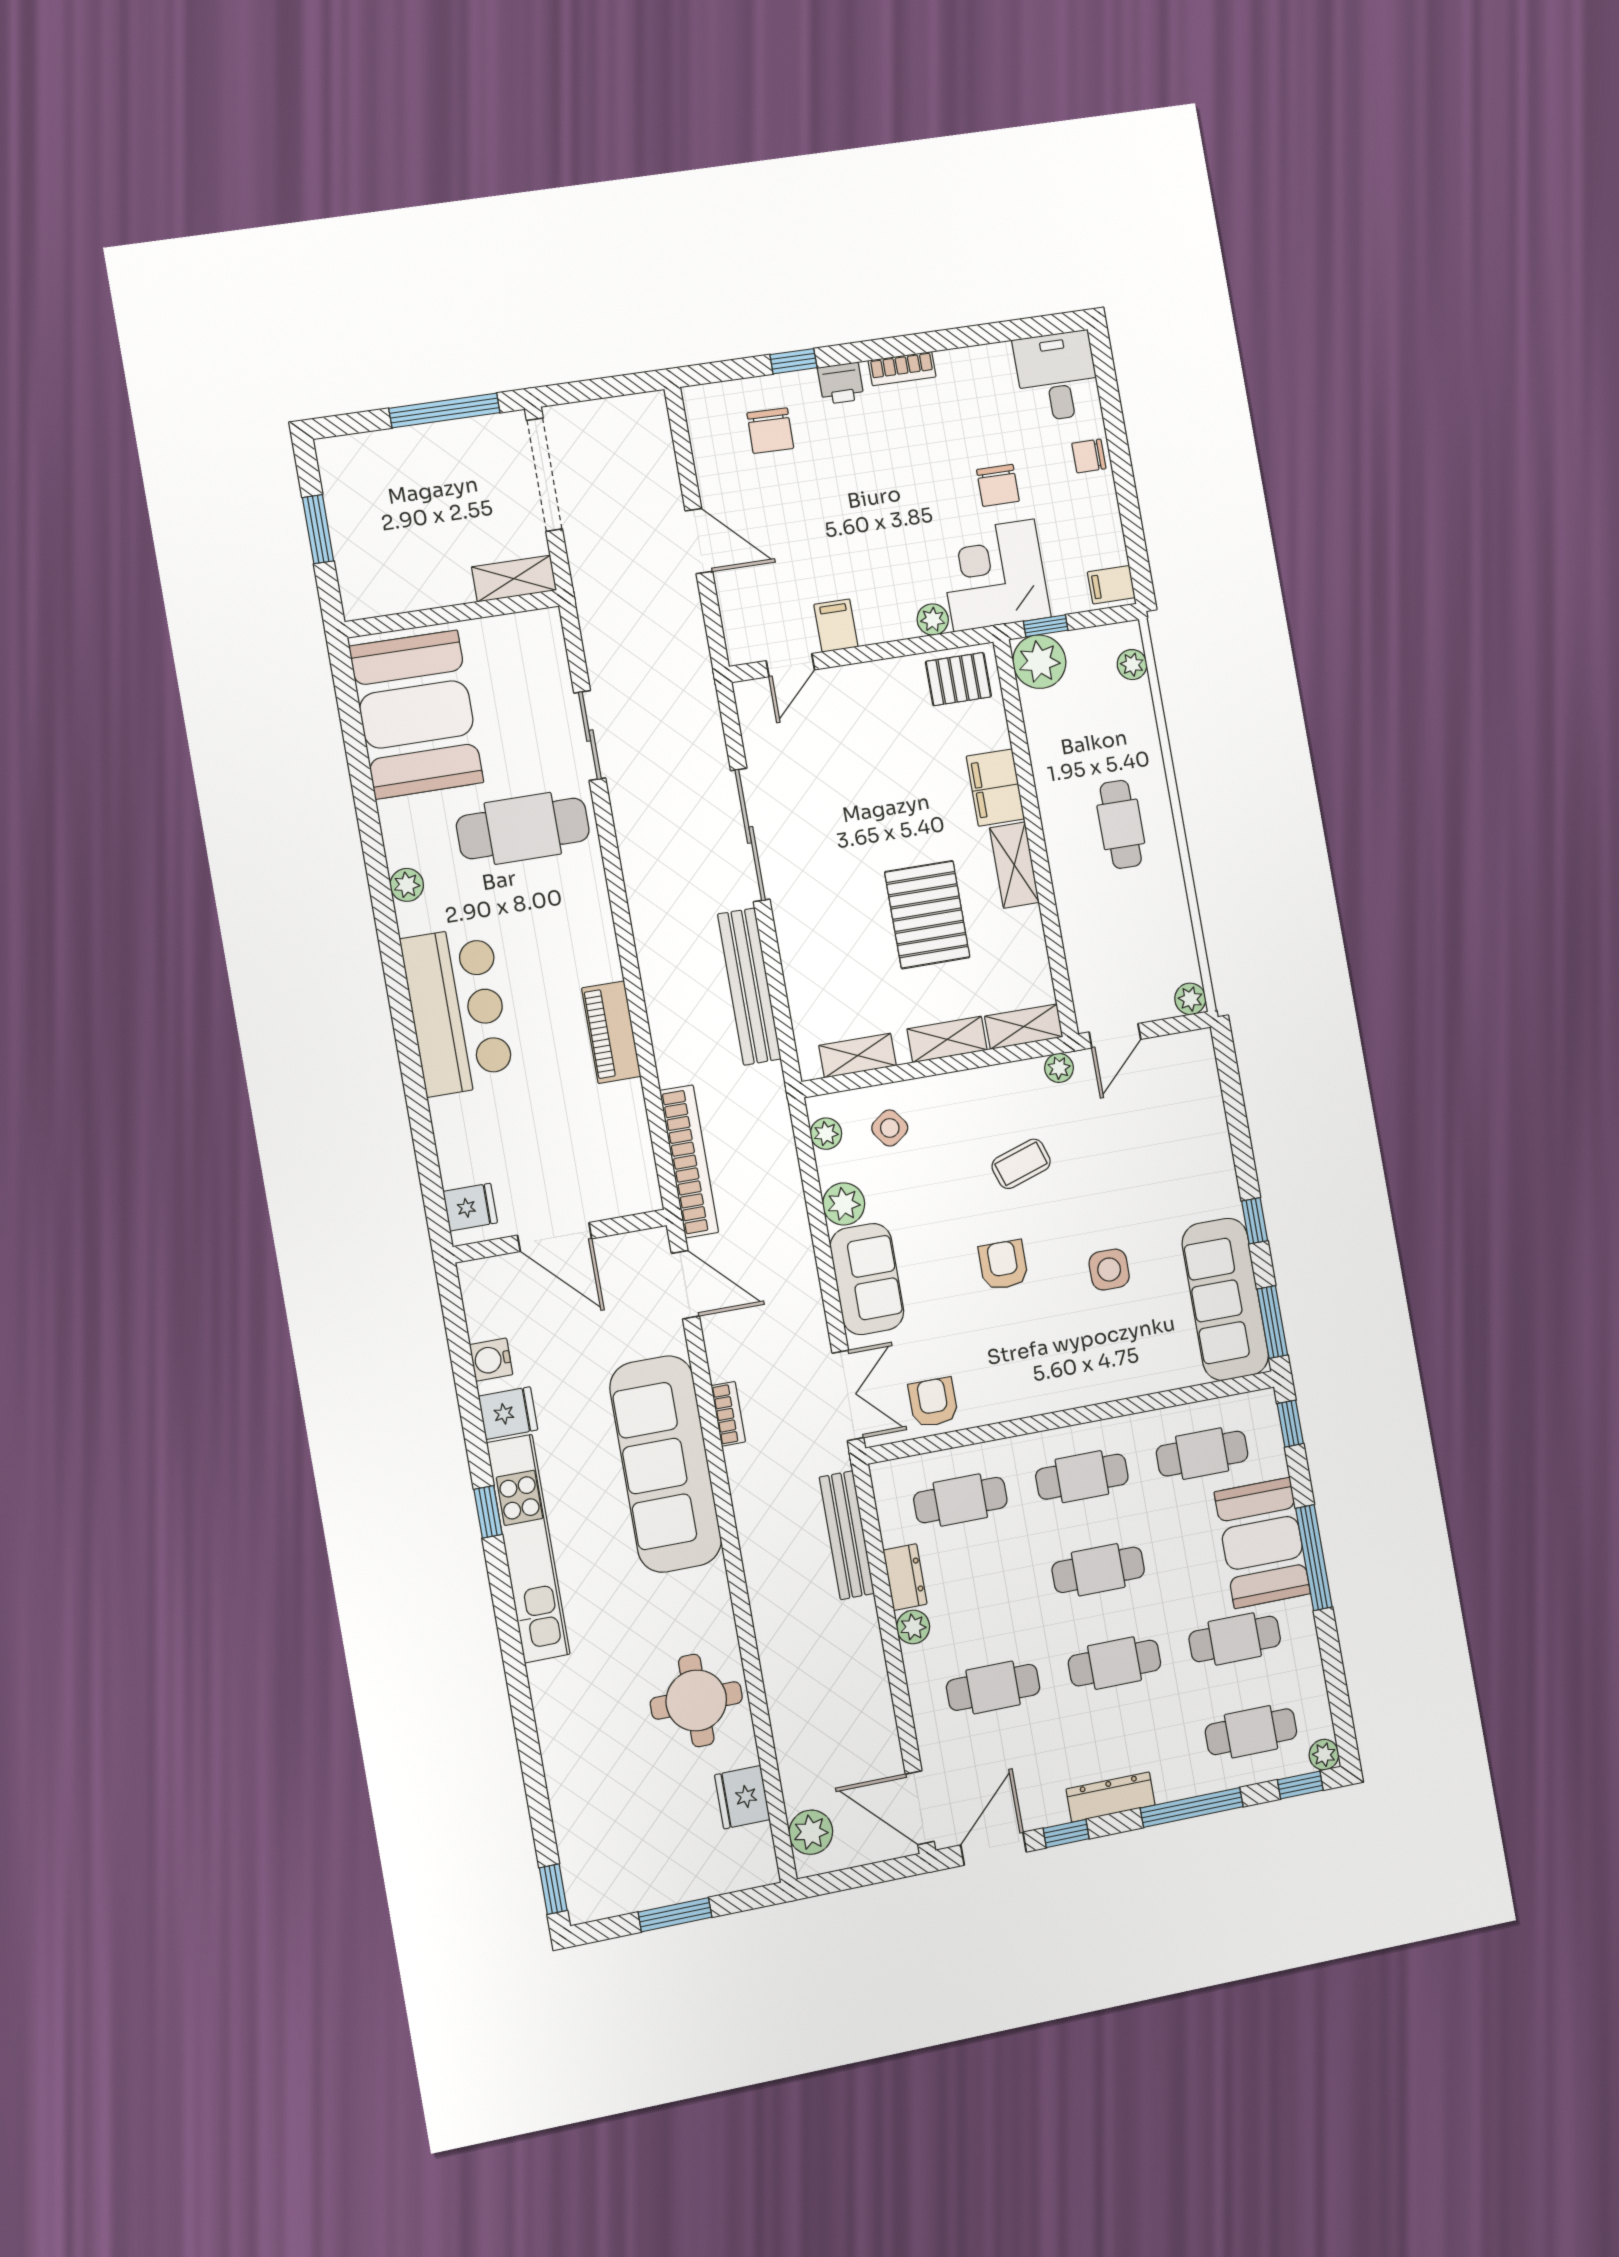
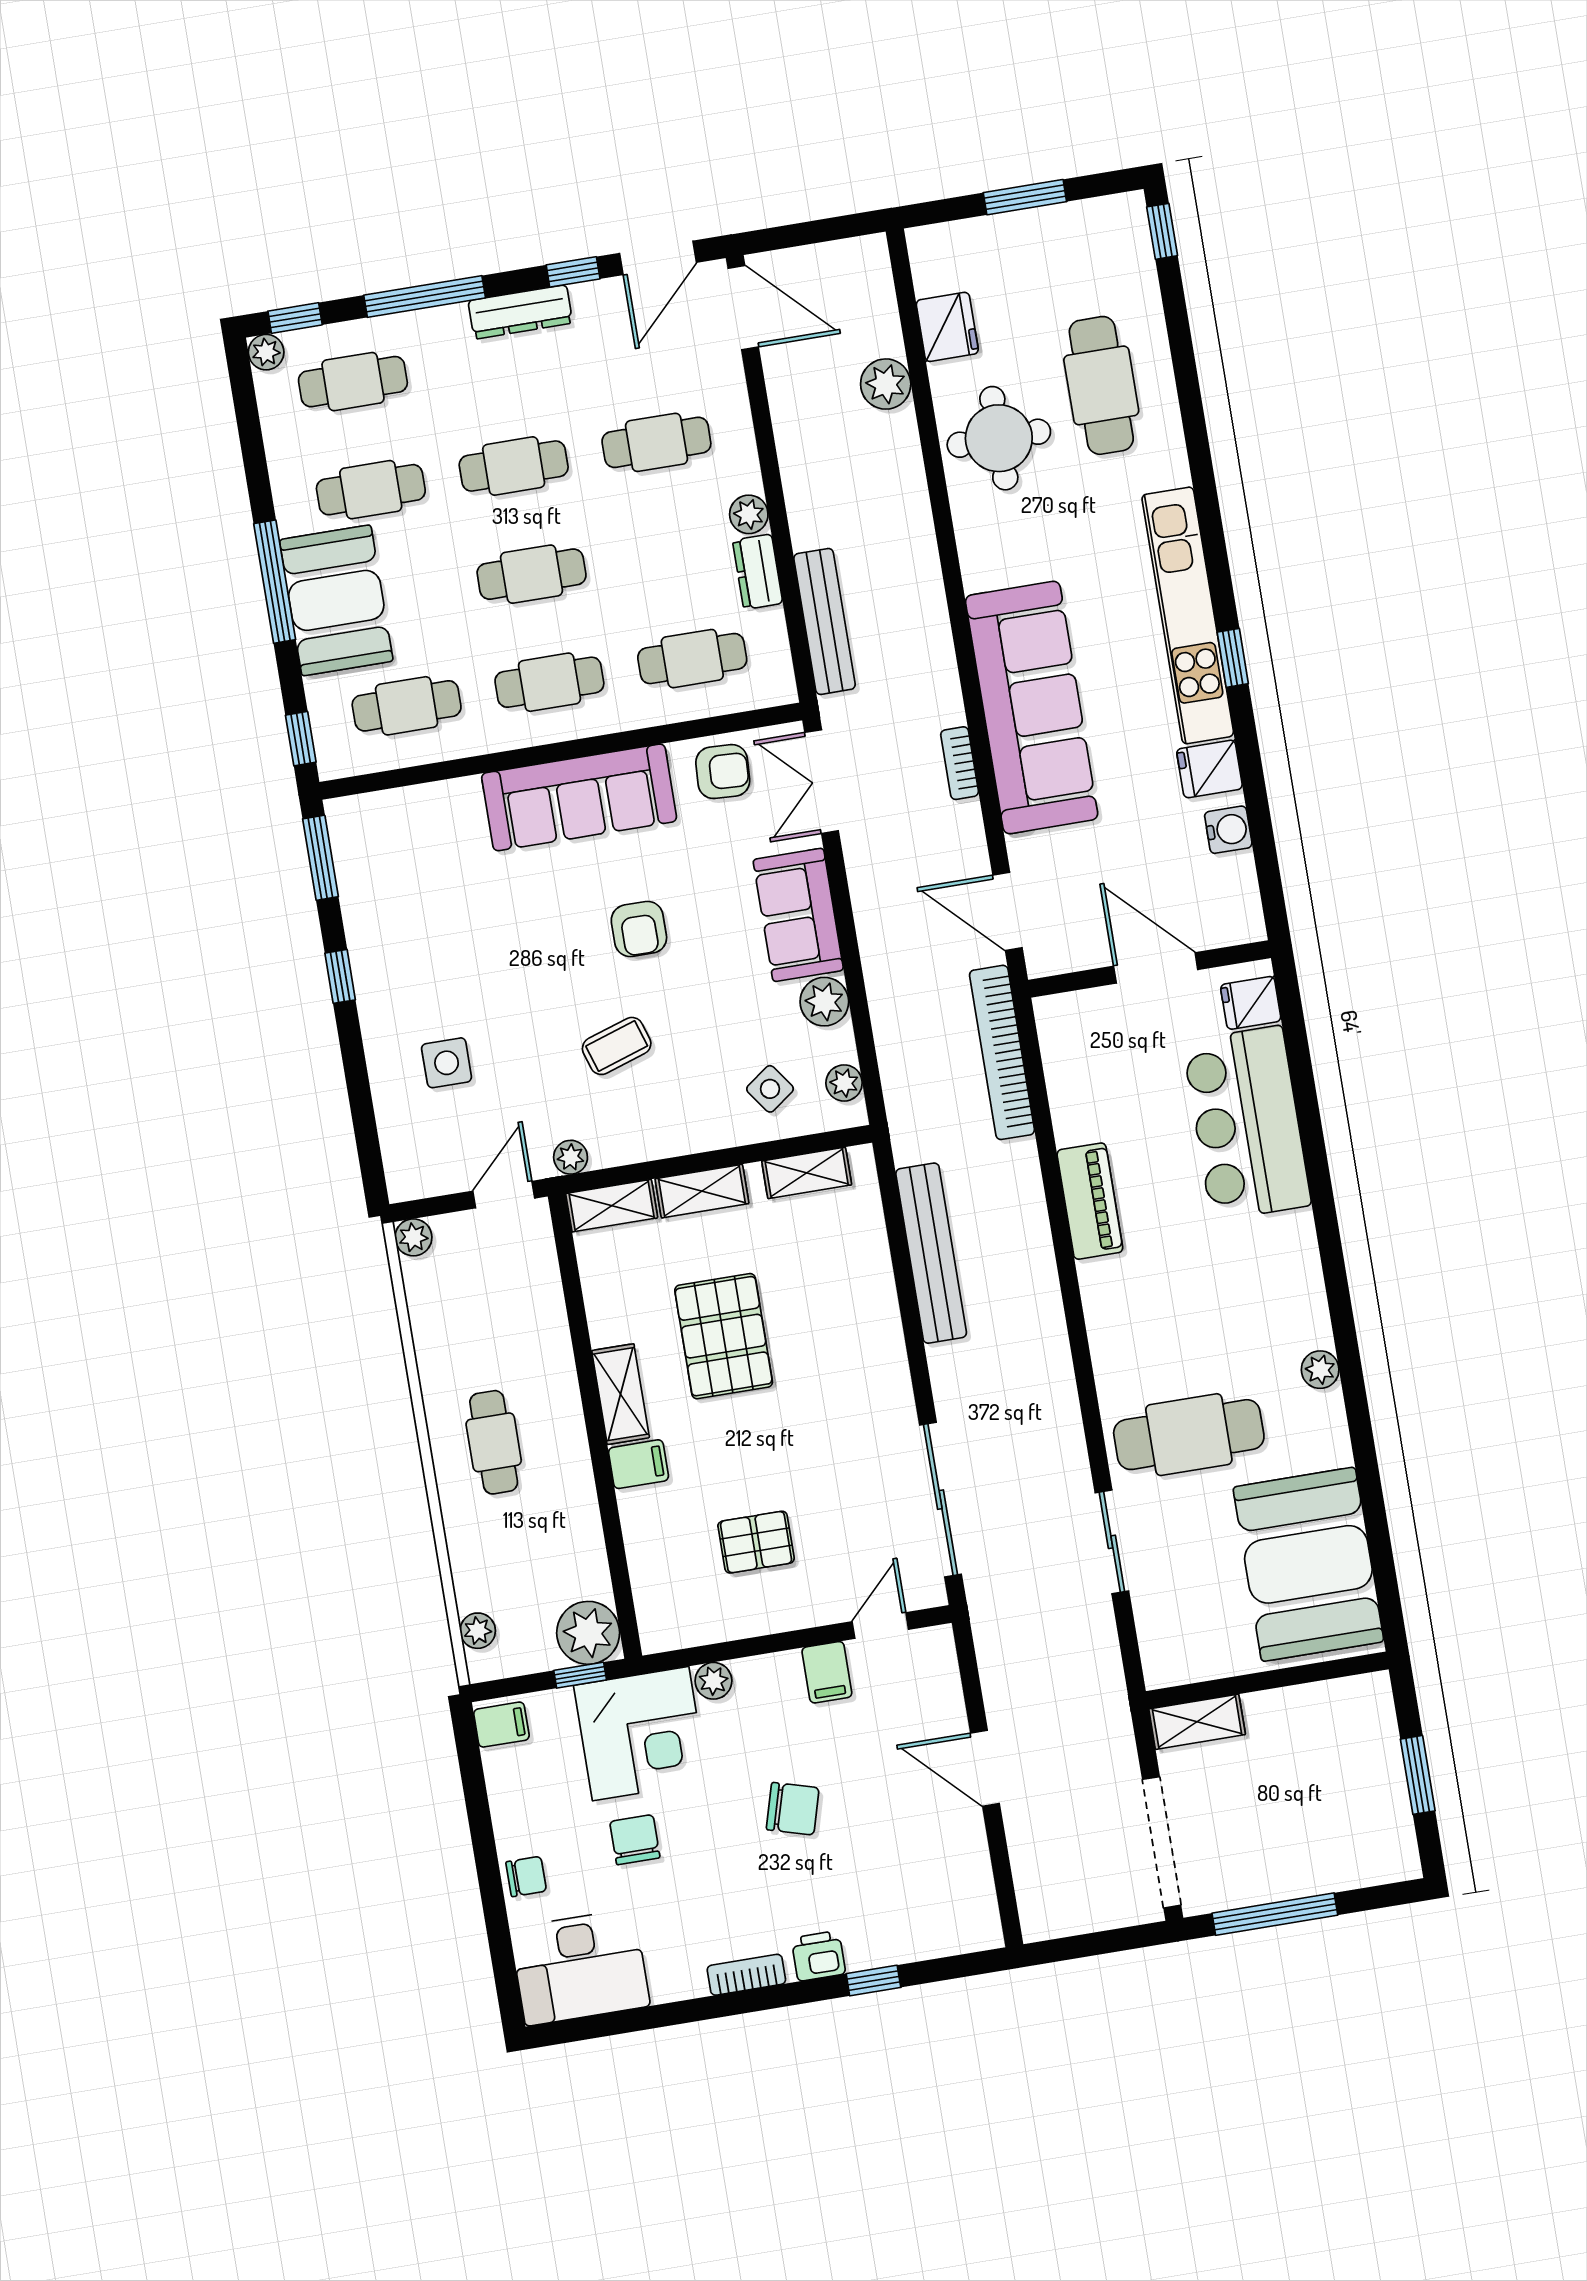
desk: (1057, 376) -> (580, 1967), width x1.37
chair: (770, 431) -> (793, 1809), moved, turned 105
pallet: (958, 679) -> (756, 1542), moved
filing cabinet: (995, 788) -> (638, 1464), width x0.50
sliding door: (750, 835) -> (941, 1500), moved
bar counter: (458, 1011) -> (1247, 1123), moved
side table: (1109, 1270) -> (447, 1063), moved
sofa: (1225, 1299) -> (579, 797), moved, turned 90
armchair: (933, 1402) -> (723, 772), turned -87
cafe table: (606, 1750) -> (1101, 385), added
plant: (811, 1832) -> (886, 384), moved

